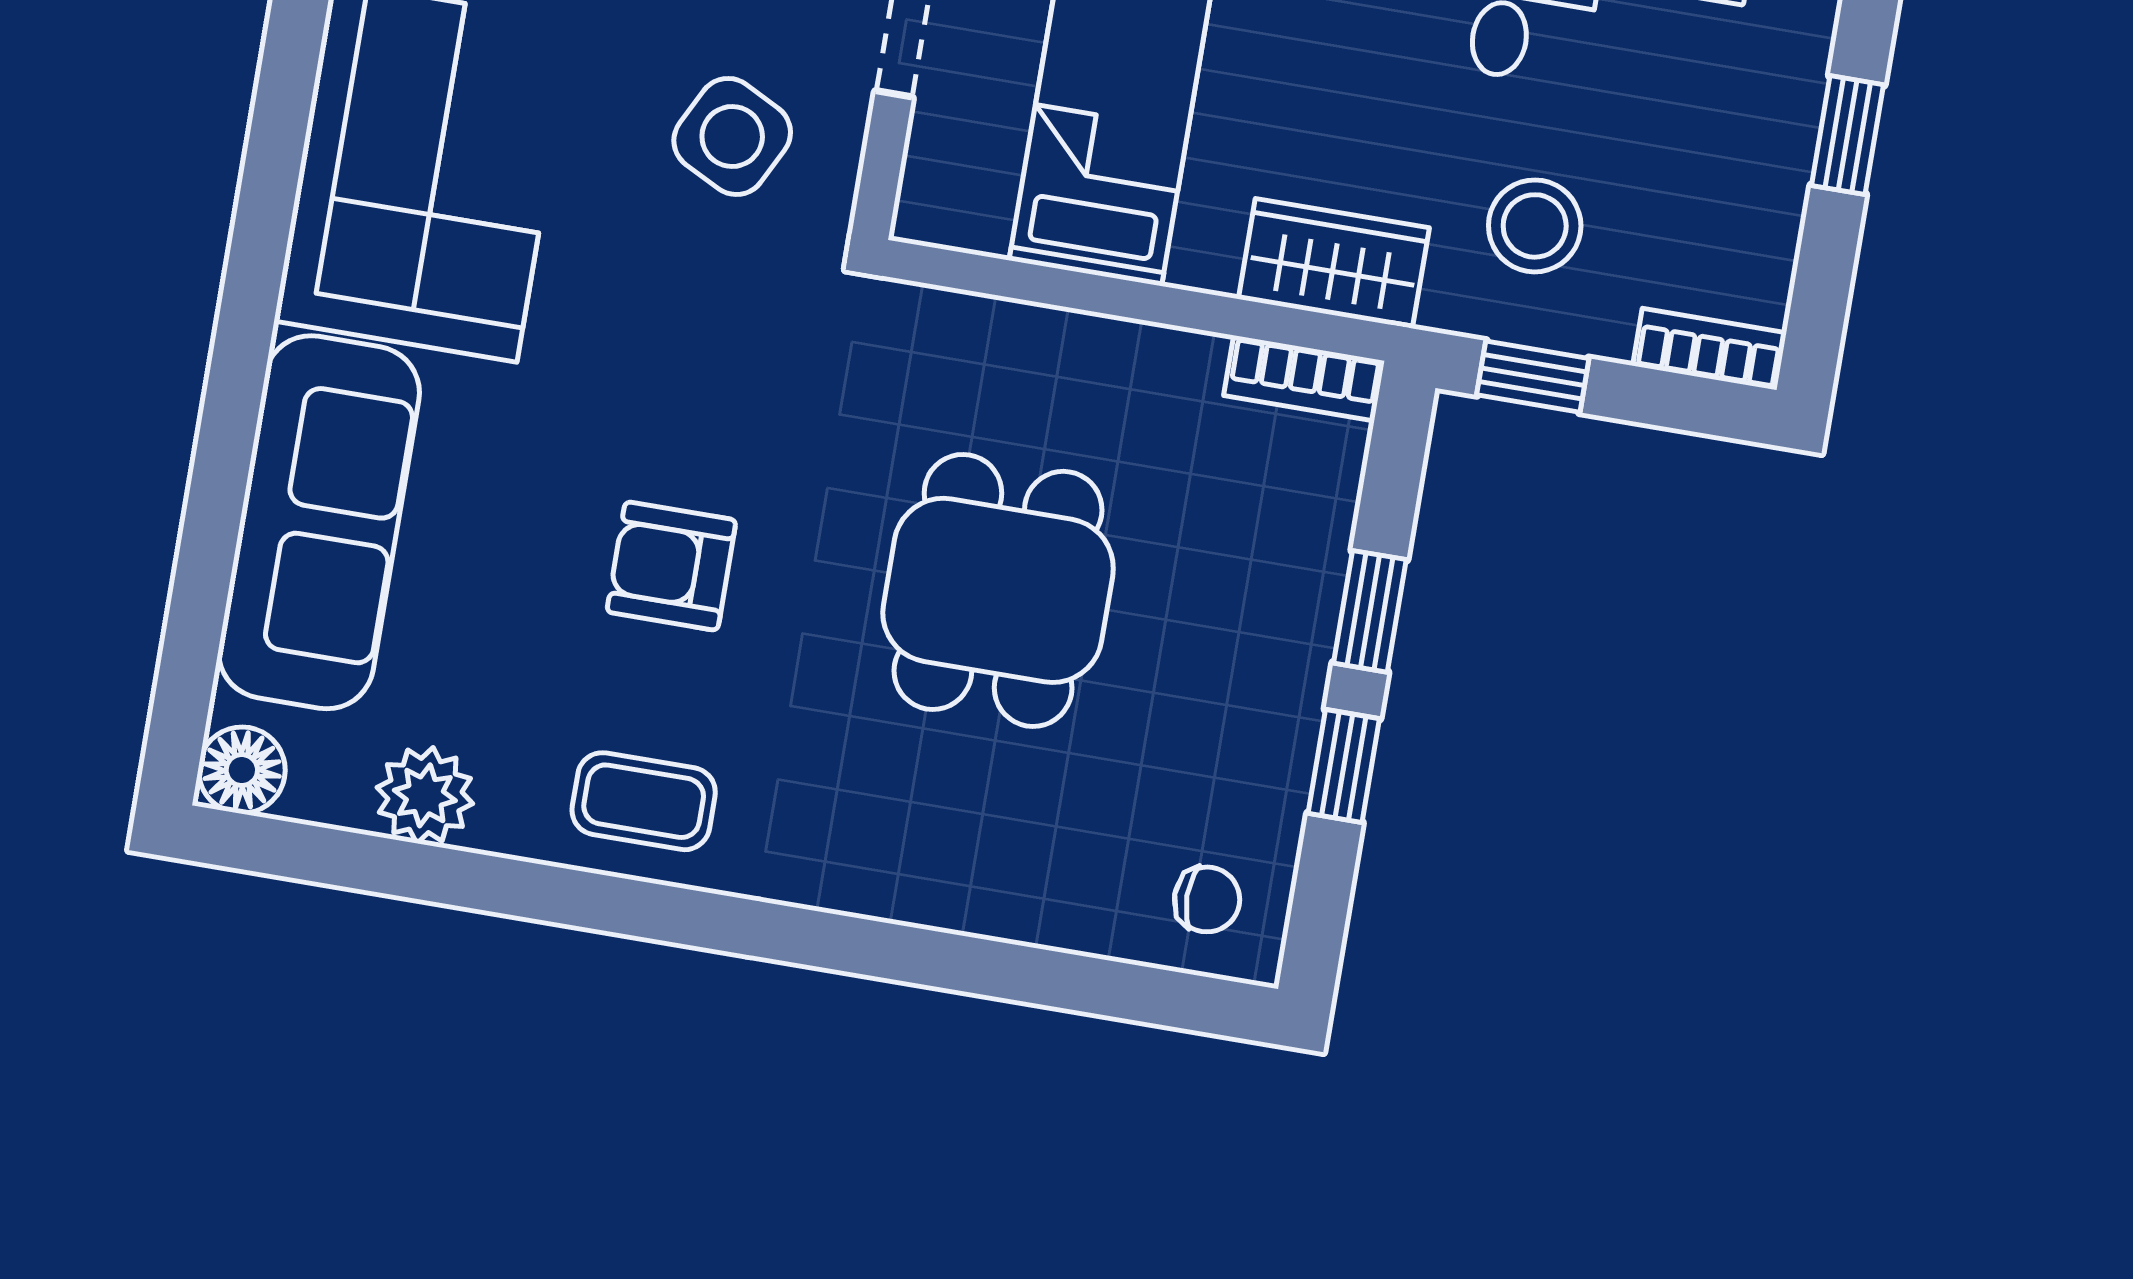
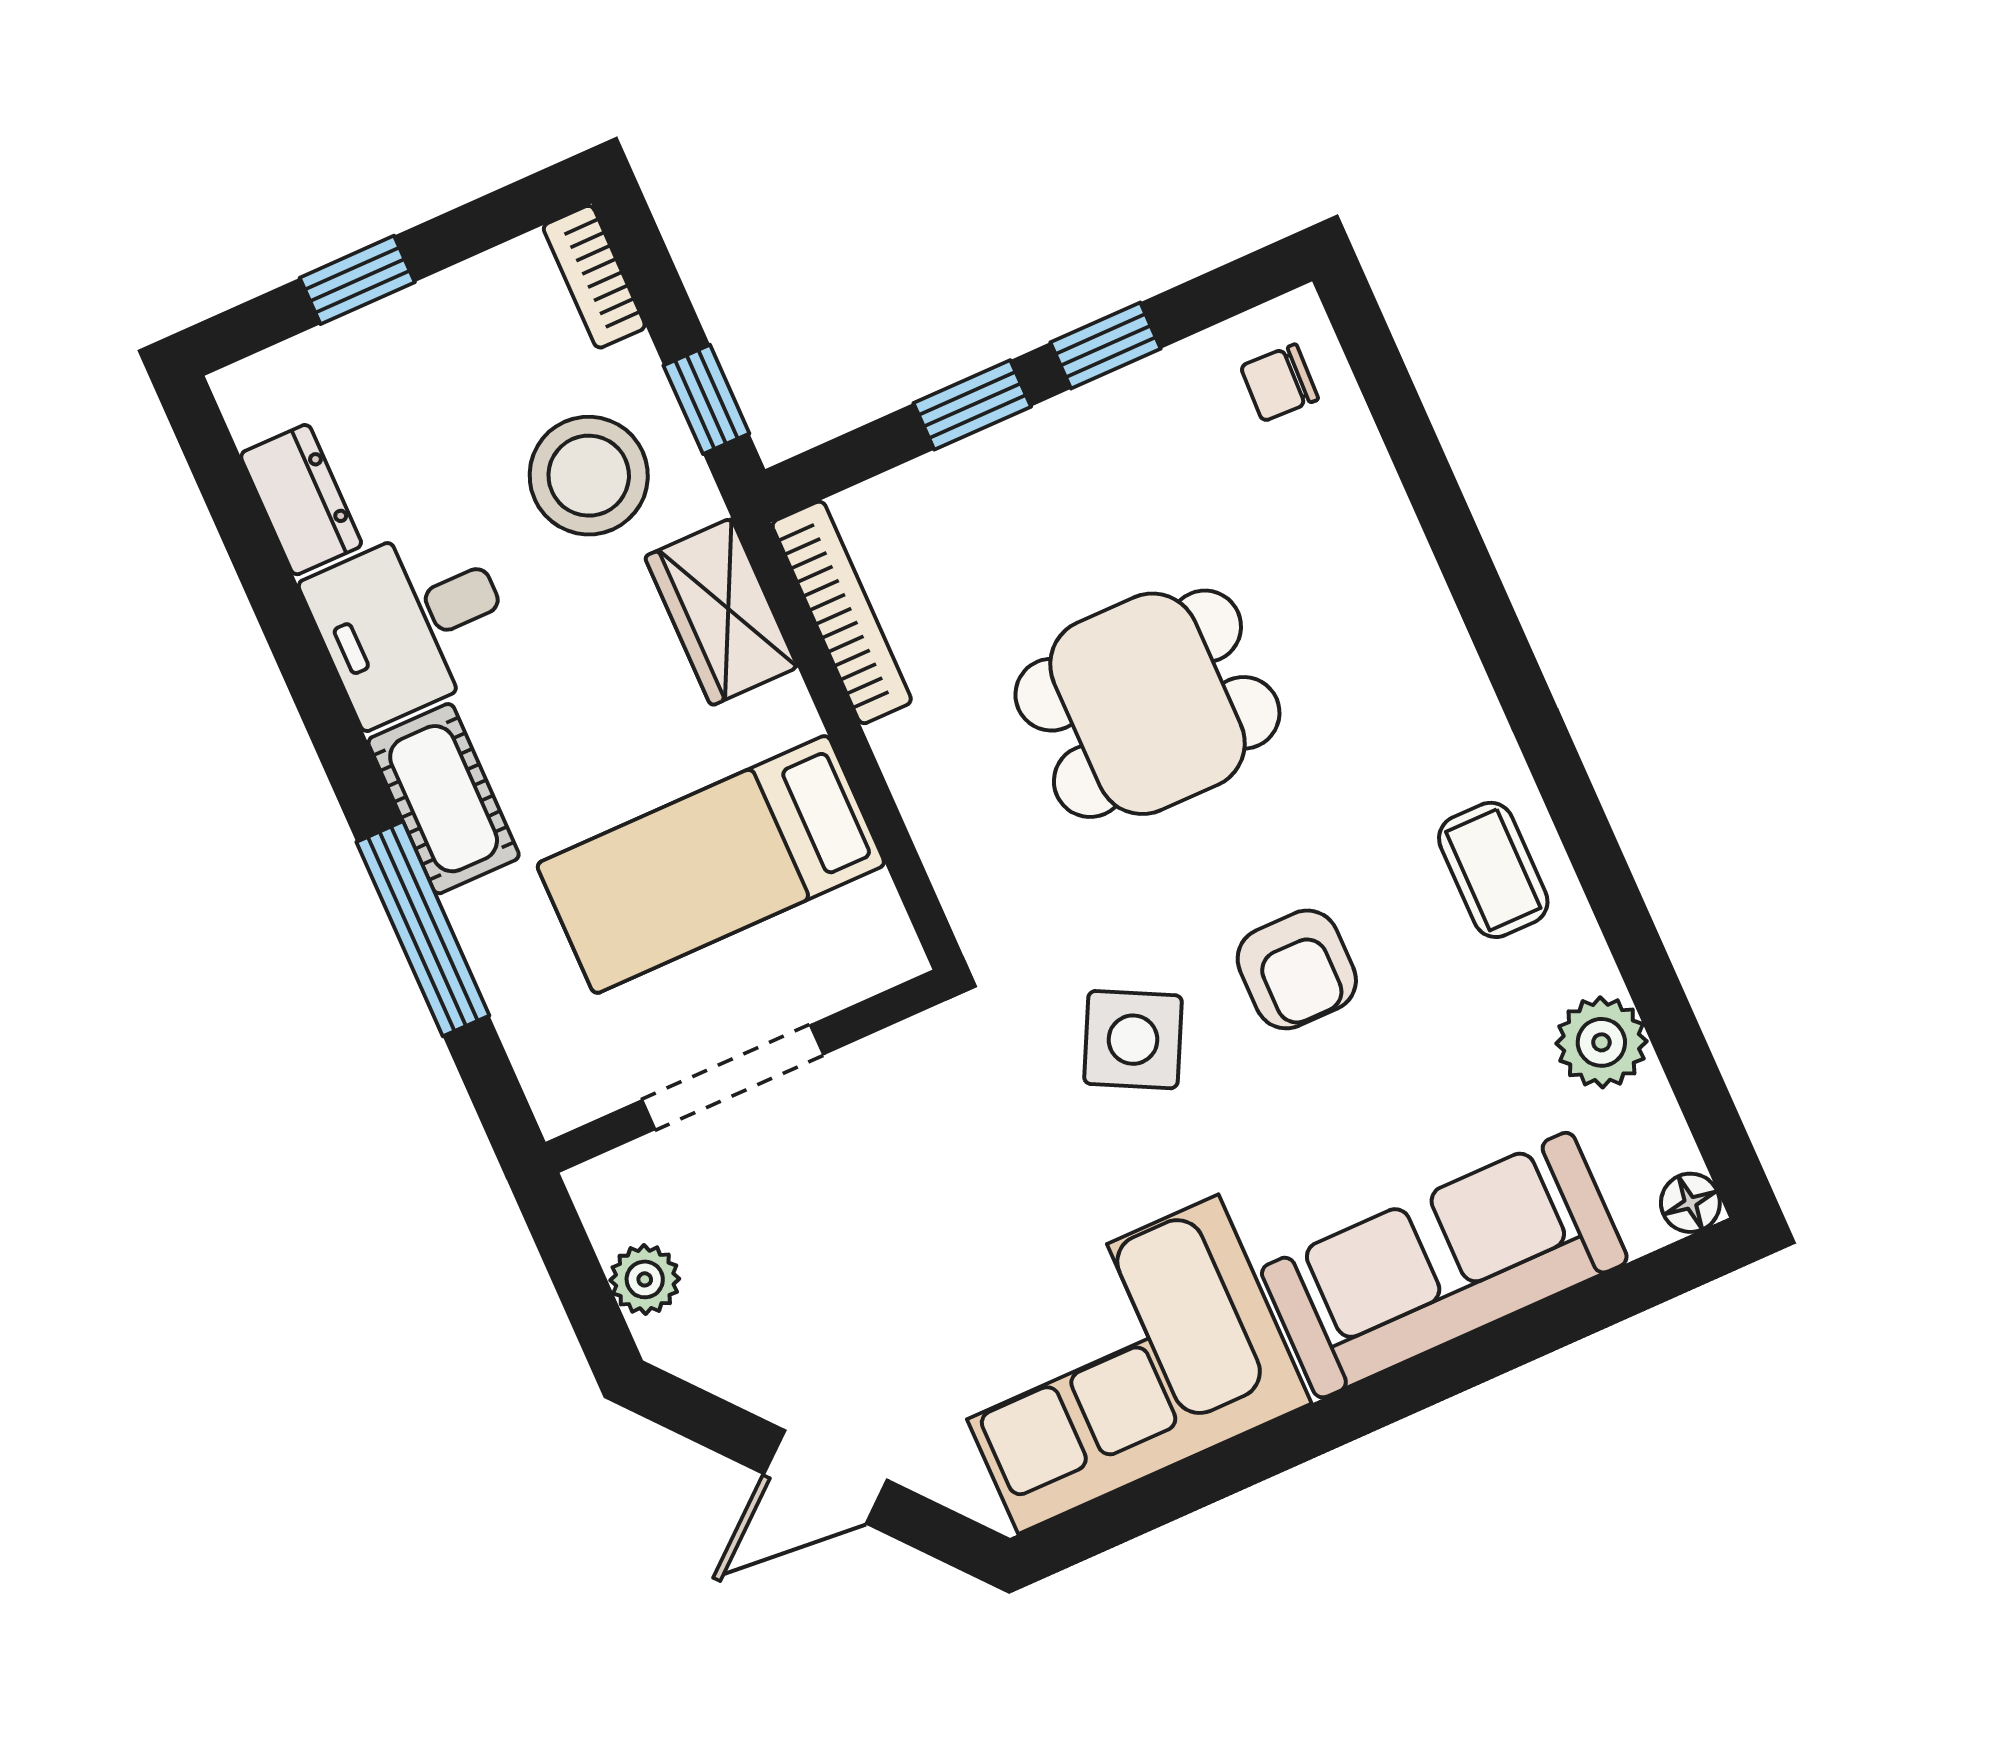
side table: (732, 136) -> (1133, 1040), moved
stool: (1535, 226) -> (589, 476), width x1.38, depth x1.38
bookcase: (1304, 378) -> (842, 612), width x1.56
floor lamp: (242, 770) -> (1690, 1203), width x0.73, depth x0.73
chair: (1207, 899) -> (1279, 383), turned -88

